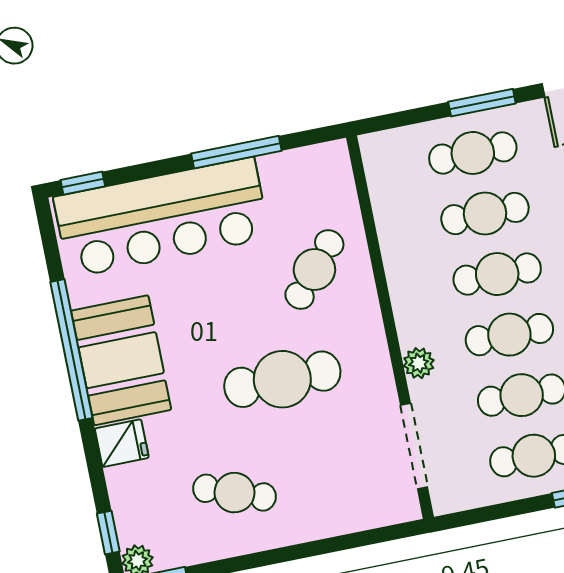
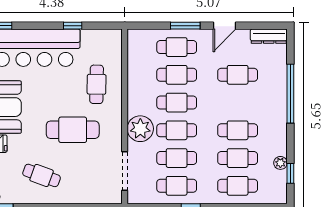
window: (236, 152) -> (73, 26), width x0.46
cafe table: (314, 270) -> (97, 84), turned -40
plant: (419, 363) -> (140, 129), width x1.88, depth x1.88

